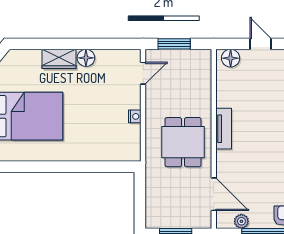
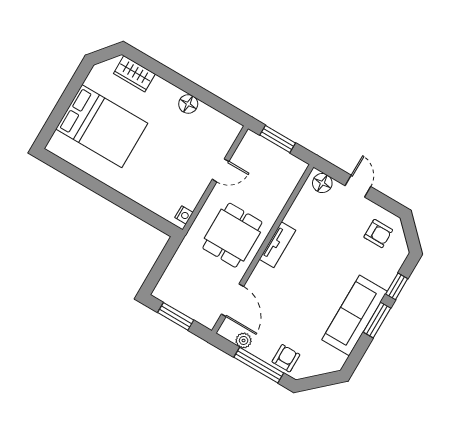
wardrobe: (59, 59) -> (134, 74), moved
door: (143, 73) -> (221, 170), moved
nightstand: (135, 116) -> (184, 215), moved

